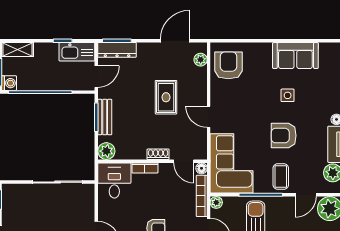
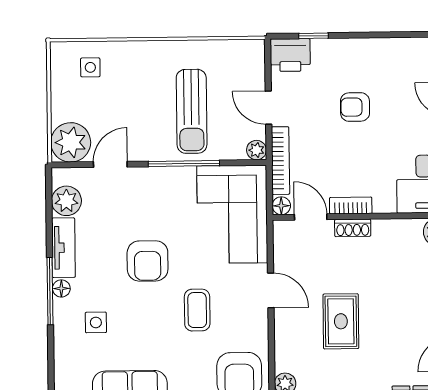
side table: (288, 95) -> (96, 322), moved
armchair: (284, 136) -> (148, 261), turned 90
bookcase: (145, 168) -> (351, 206), moved
coffee table: (281, 177) -> (197, 310), moved

